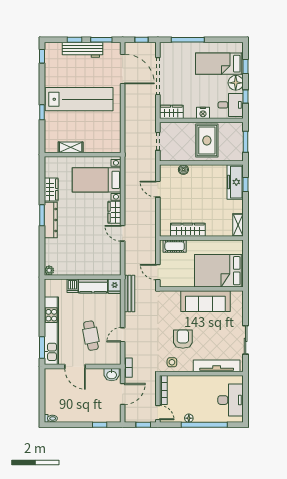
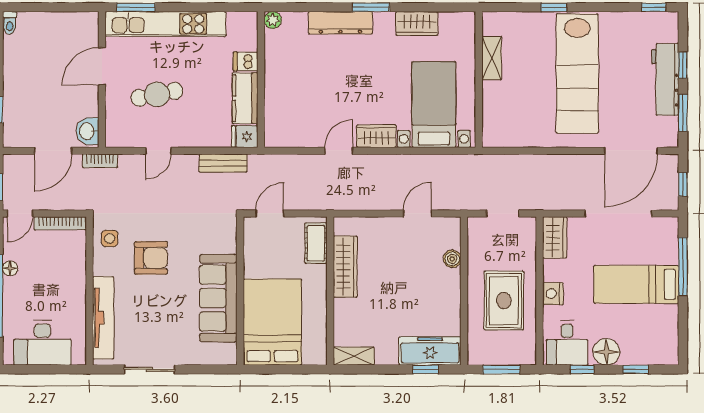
bed: (219, 64) -> (636, 284), moved, turned -90
rug: (207, 141) -> (504, 301), turned 90
dresser: (51, 220) -> (340, 23), moved
bench: (130, 294) -> (223, 163), width x0.73
door: (123, 335) -> (158, 151), swing flipped
door: (123, 394) -> (53, 151), hinge flipped

